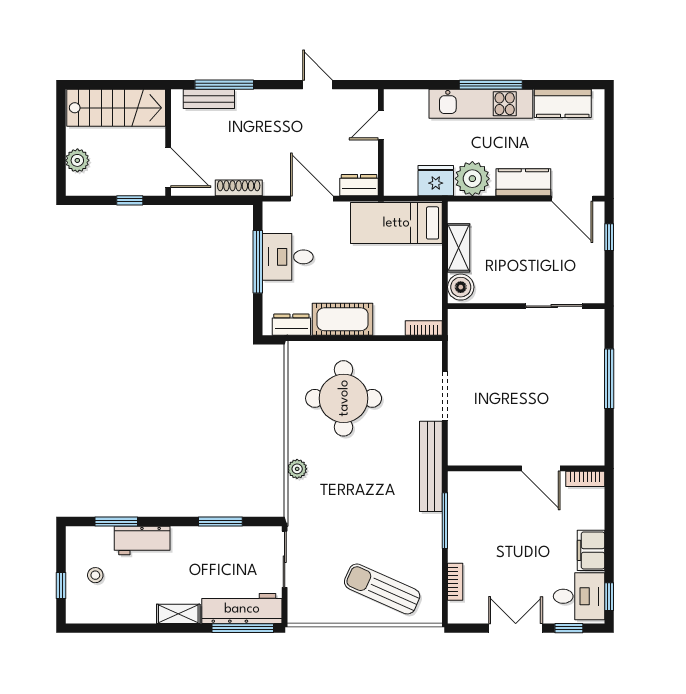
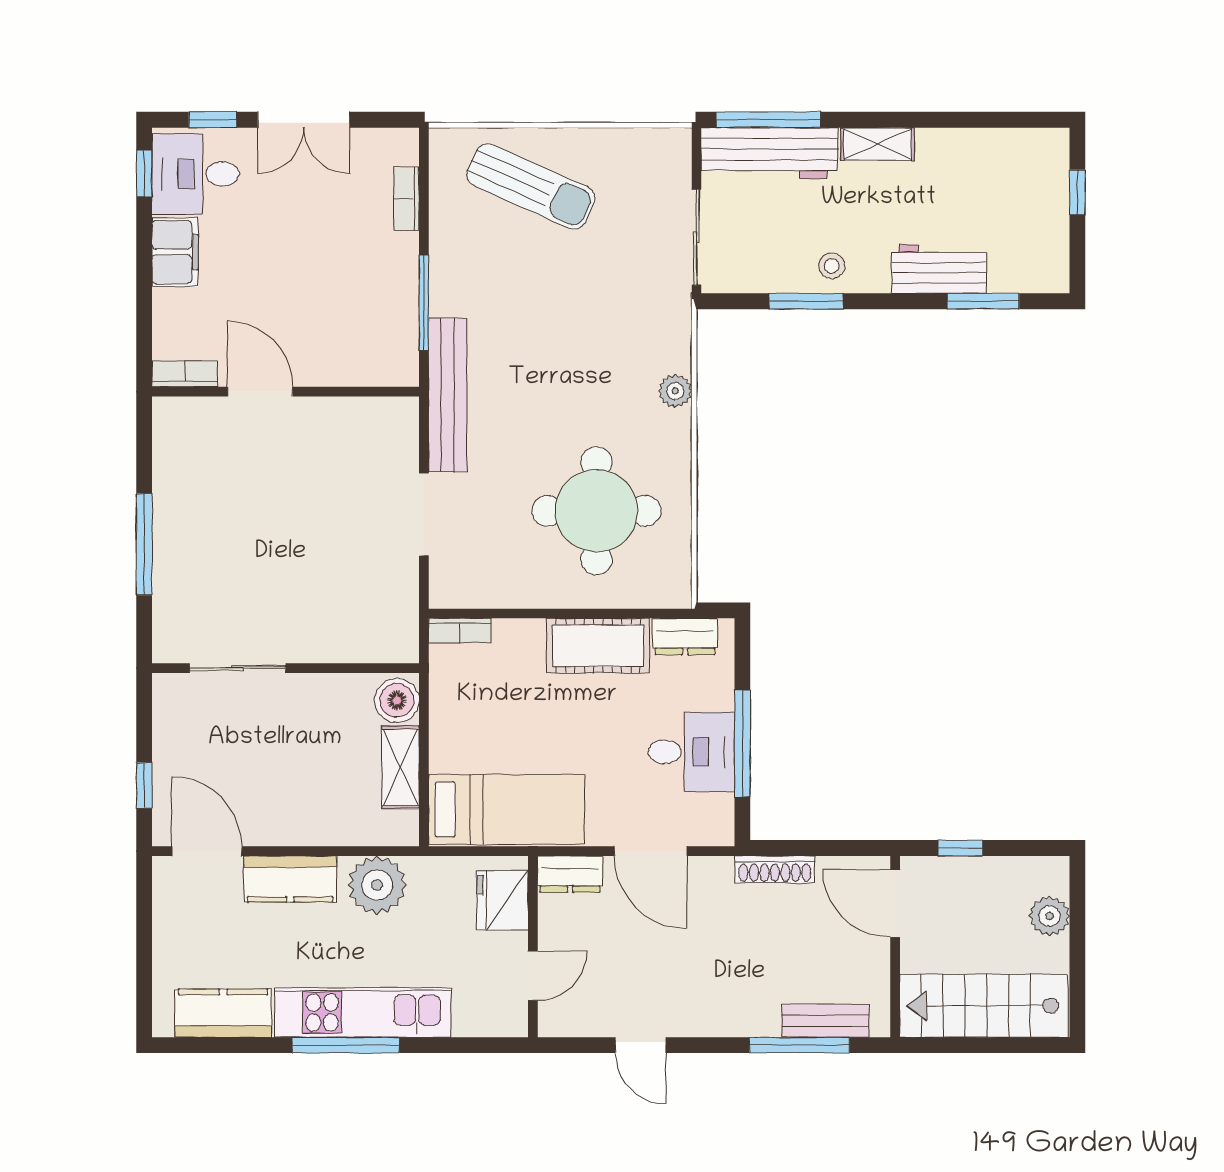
fridge: (436, 181) -> (502, 900), moved, turned 90
stool: (95, 575) -> (832, 266), moved

